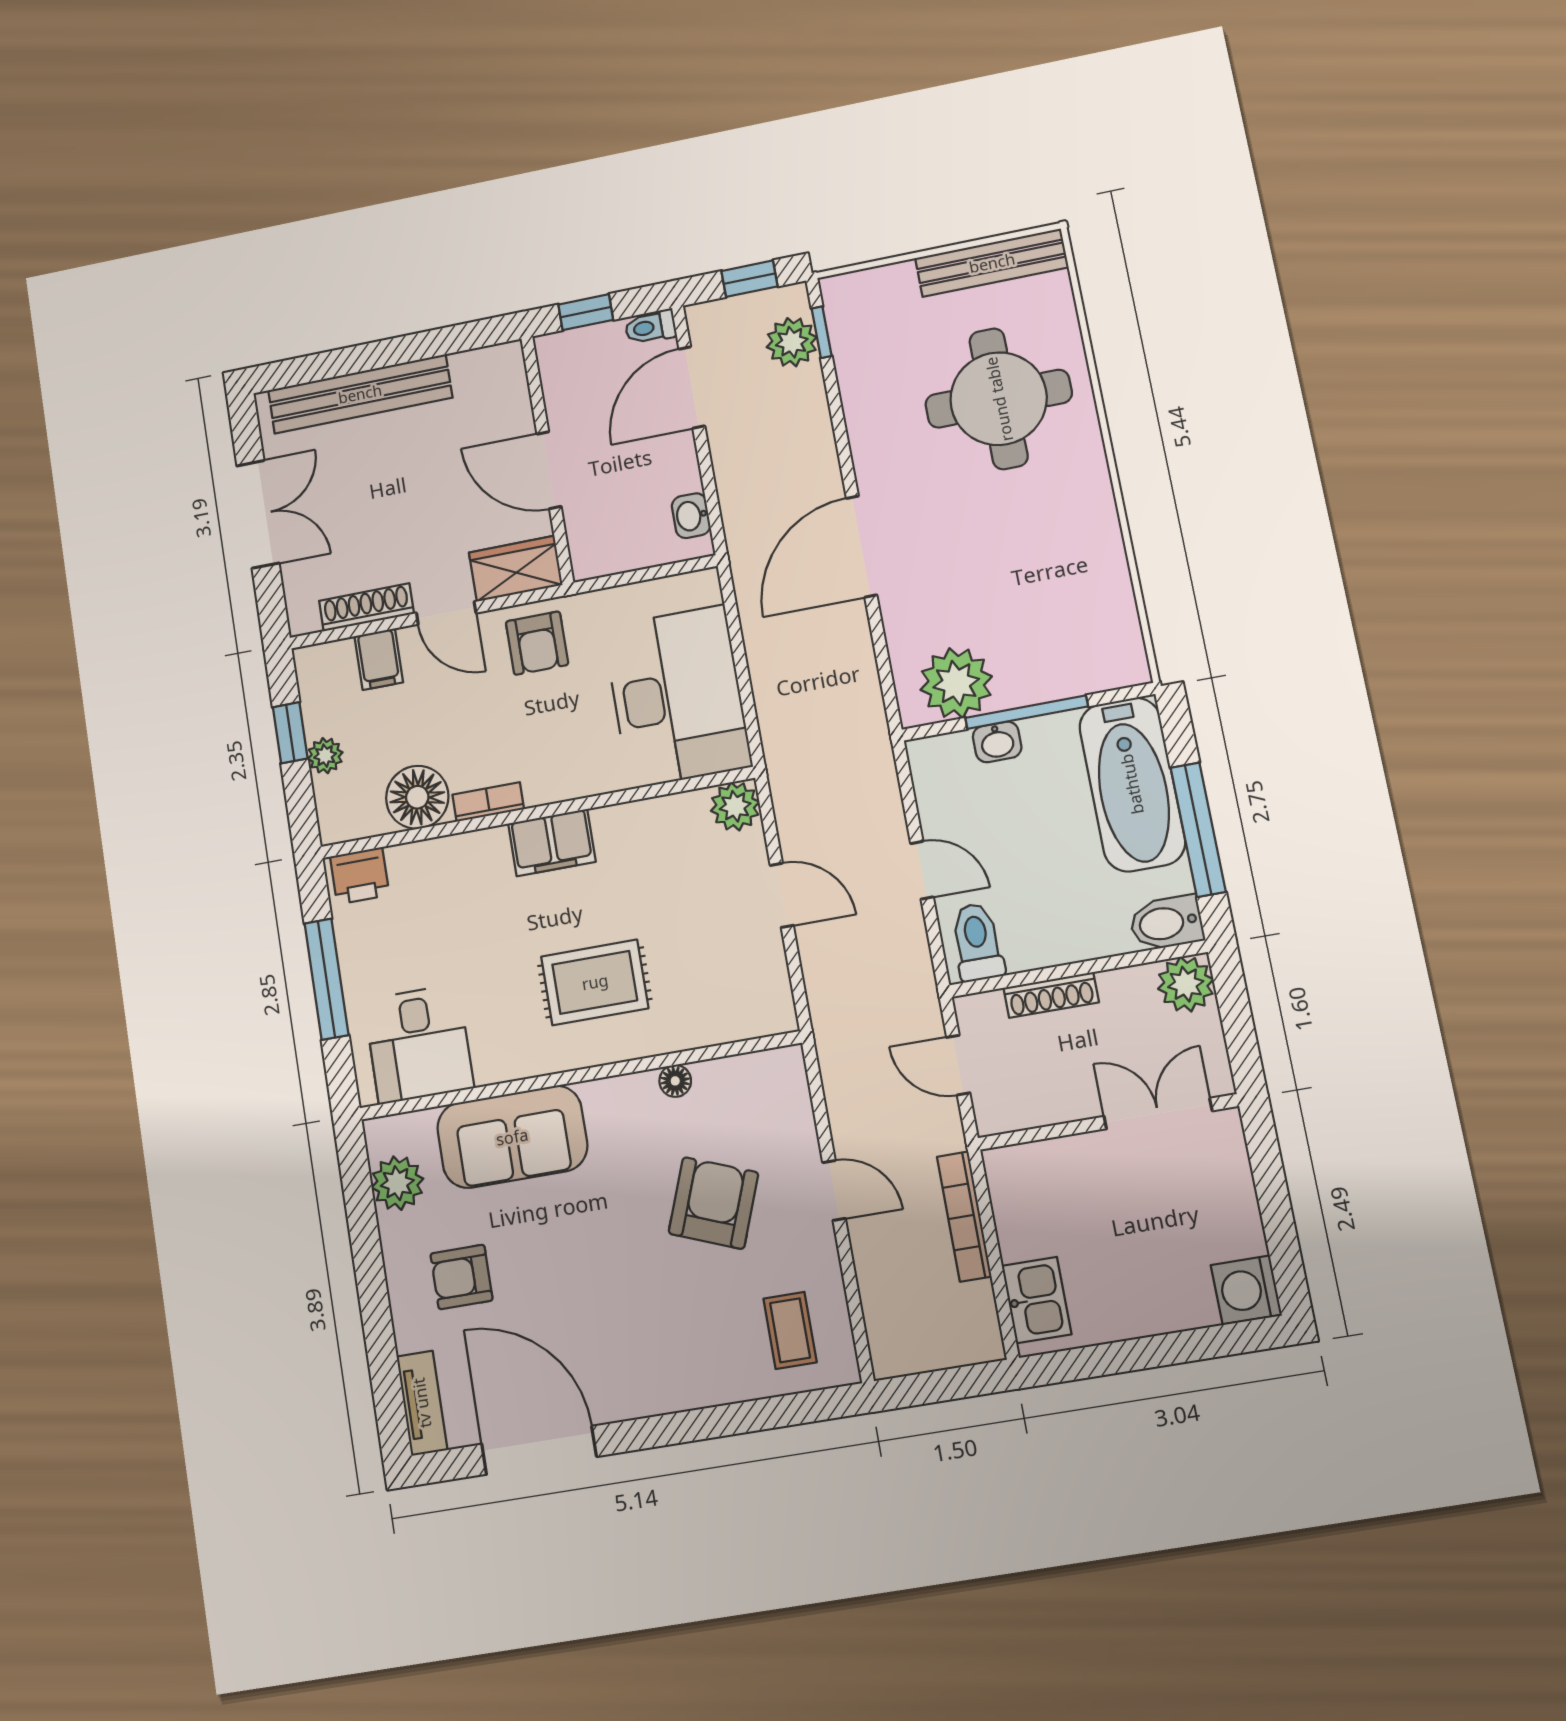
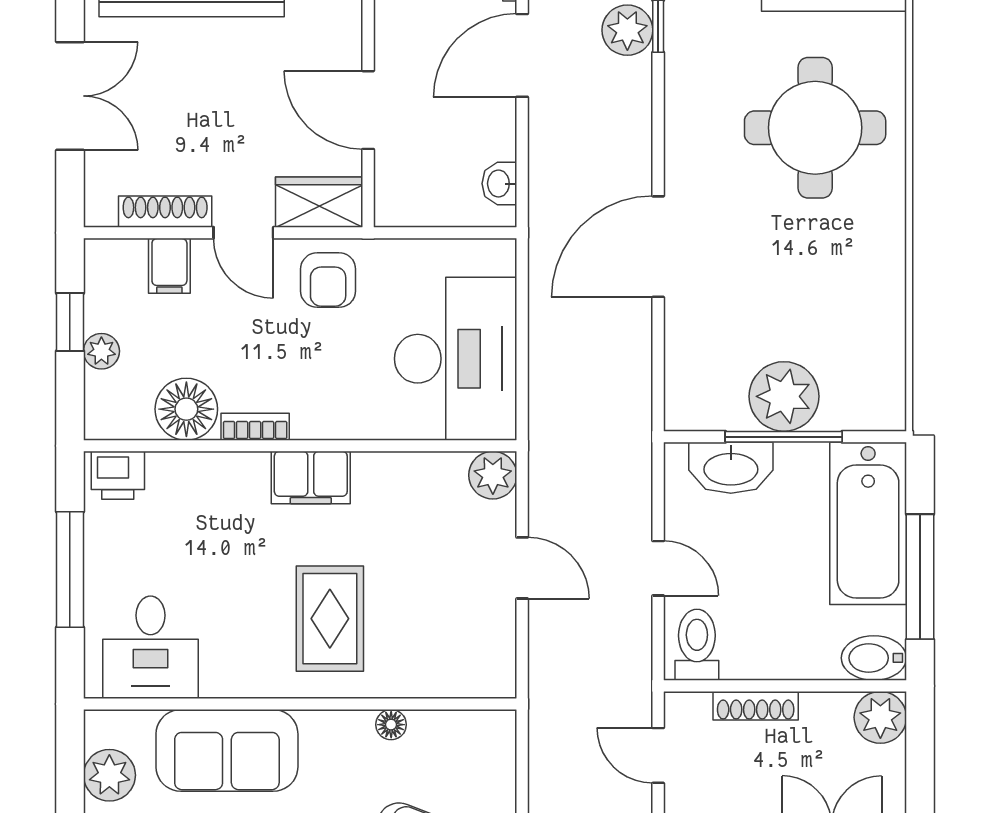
plant: (956, 683) -> (784, 396), moved
washbasin: (997, 742) -> (731, 468), width x1.91, depth x1.45
rug: (595, 982) -> (330, 619), turned 90

